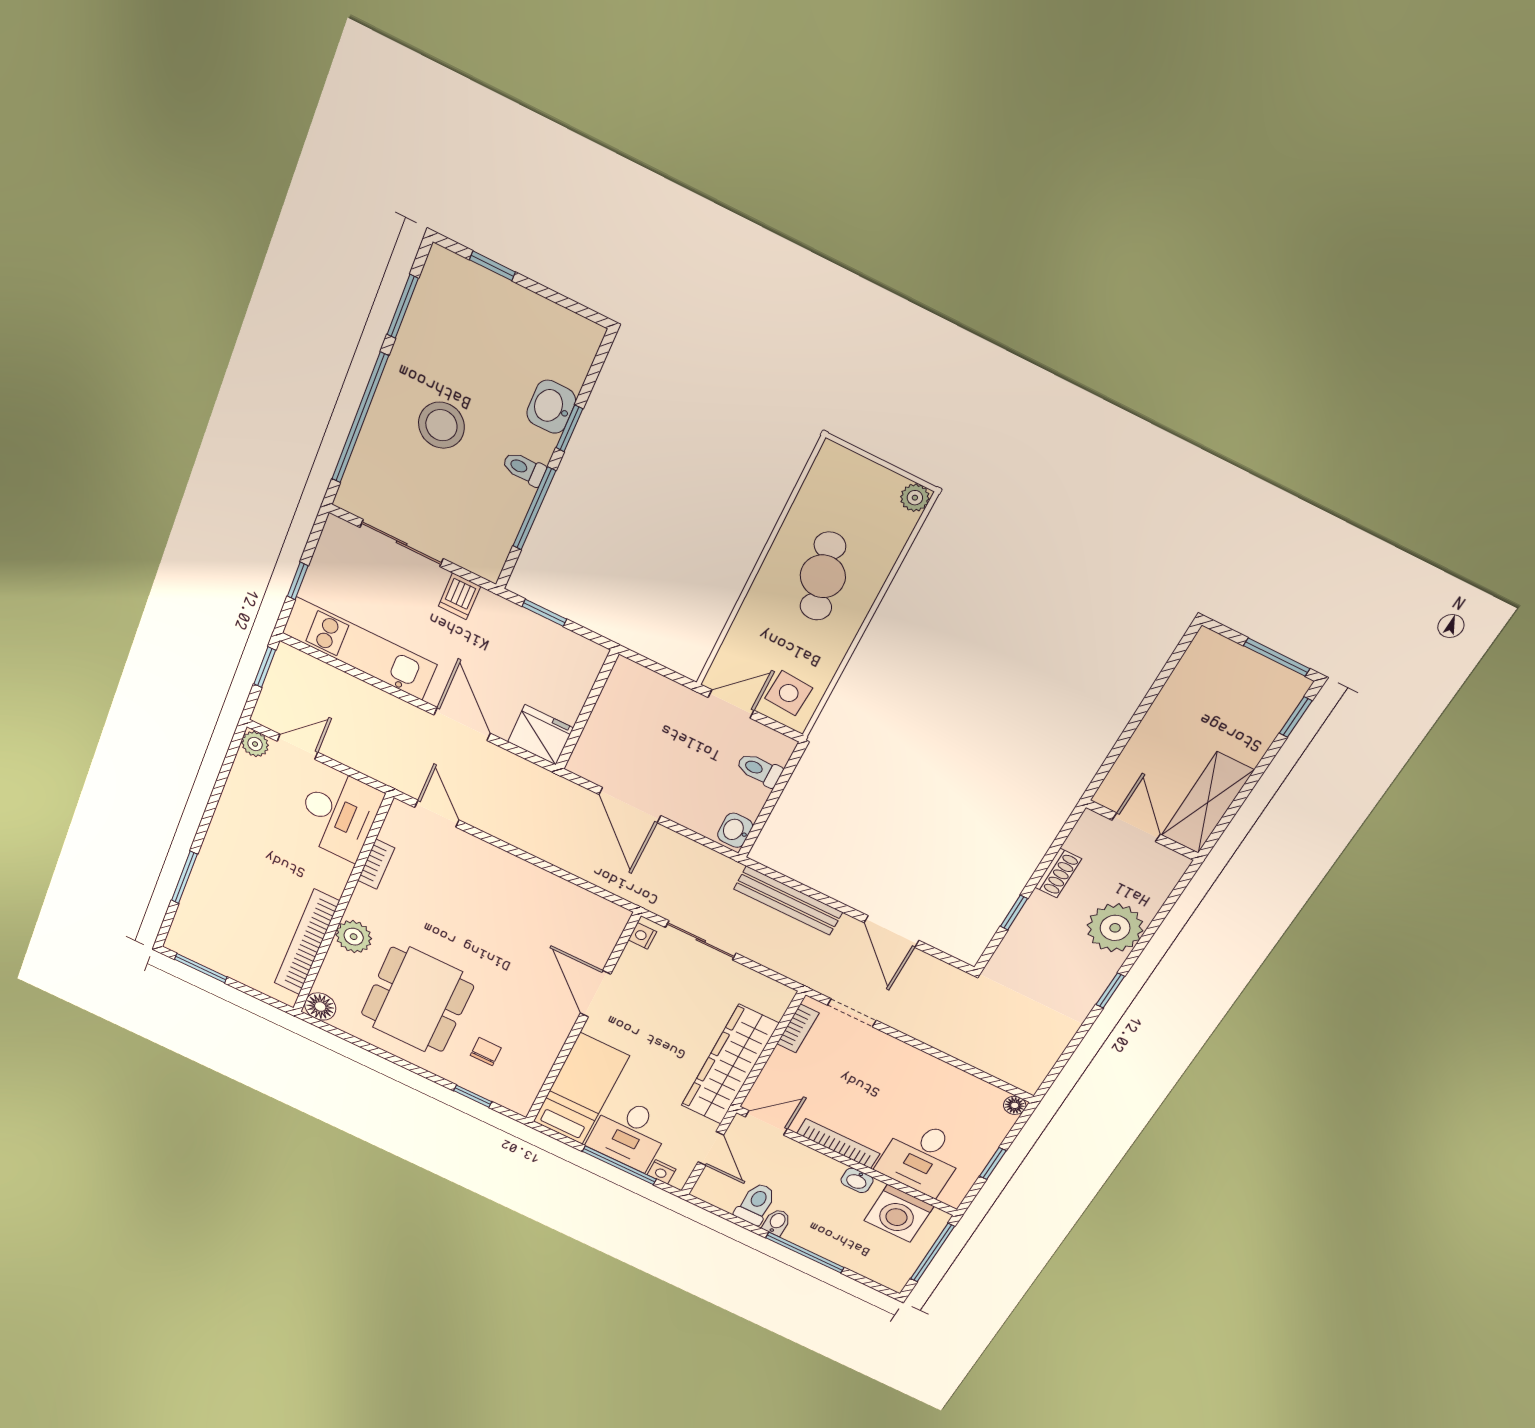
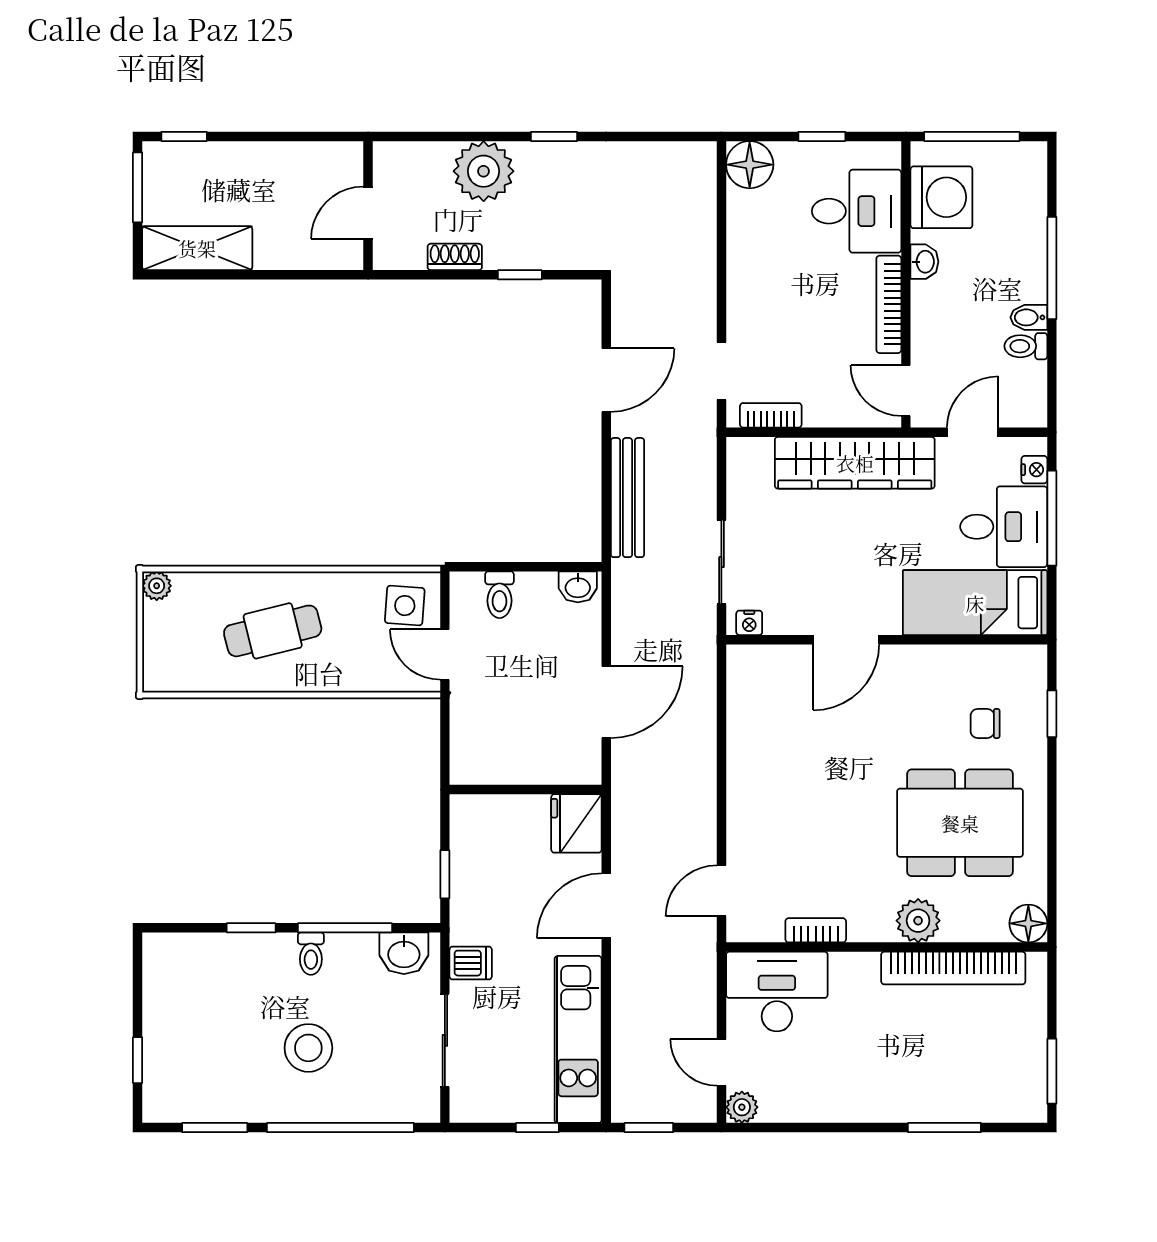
washbasin: (551, 407) -> (404, 953), moved
shelving: (1208, 803) -> (197, 248), moved
floor lamp: (1015, 1105) -> (750, 165), width x1.89, depth x1.89
toilet: (756, 1204) -> (1026, 346), width x0.73, depth x0.72

